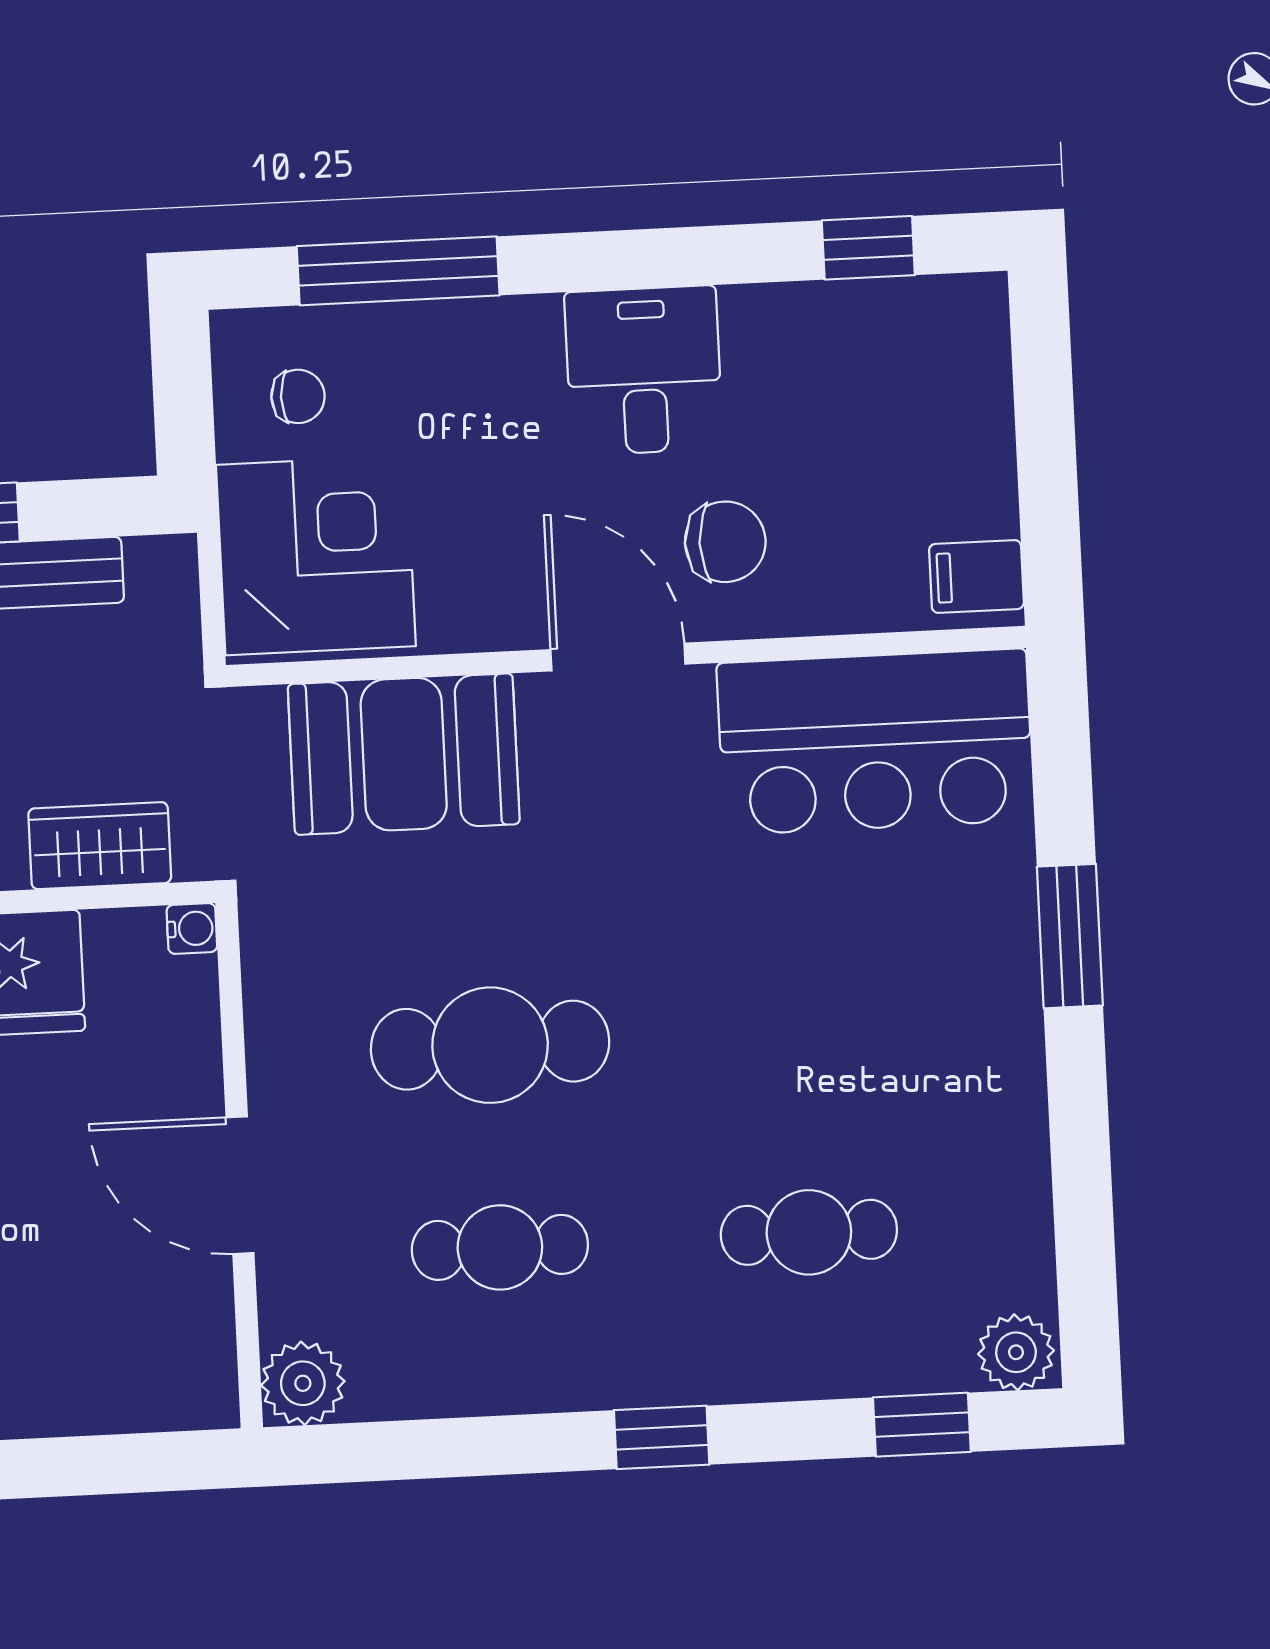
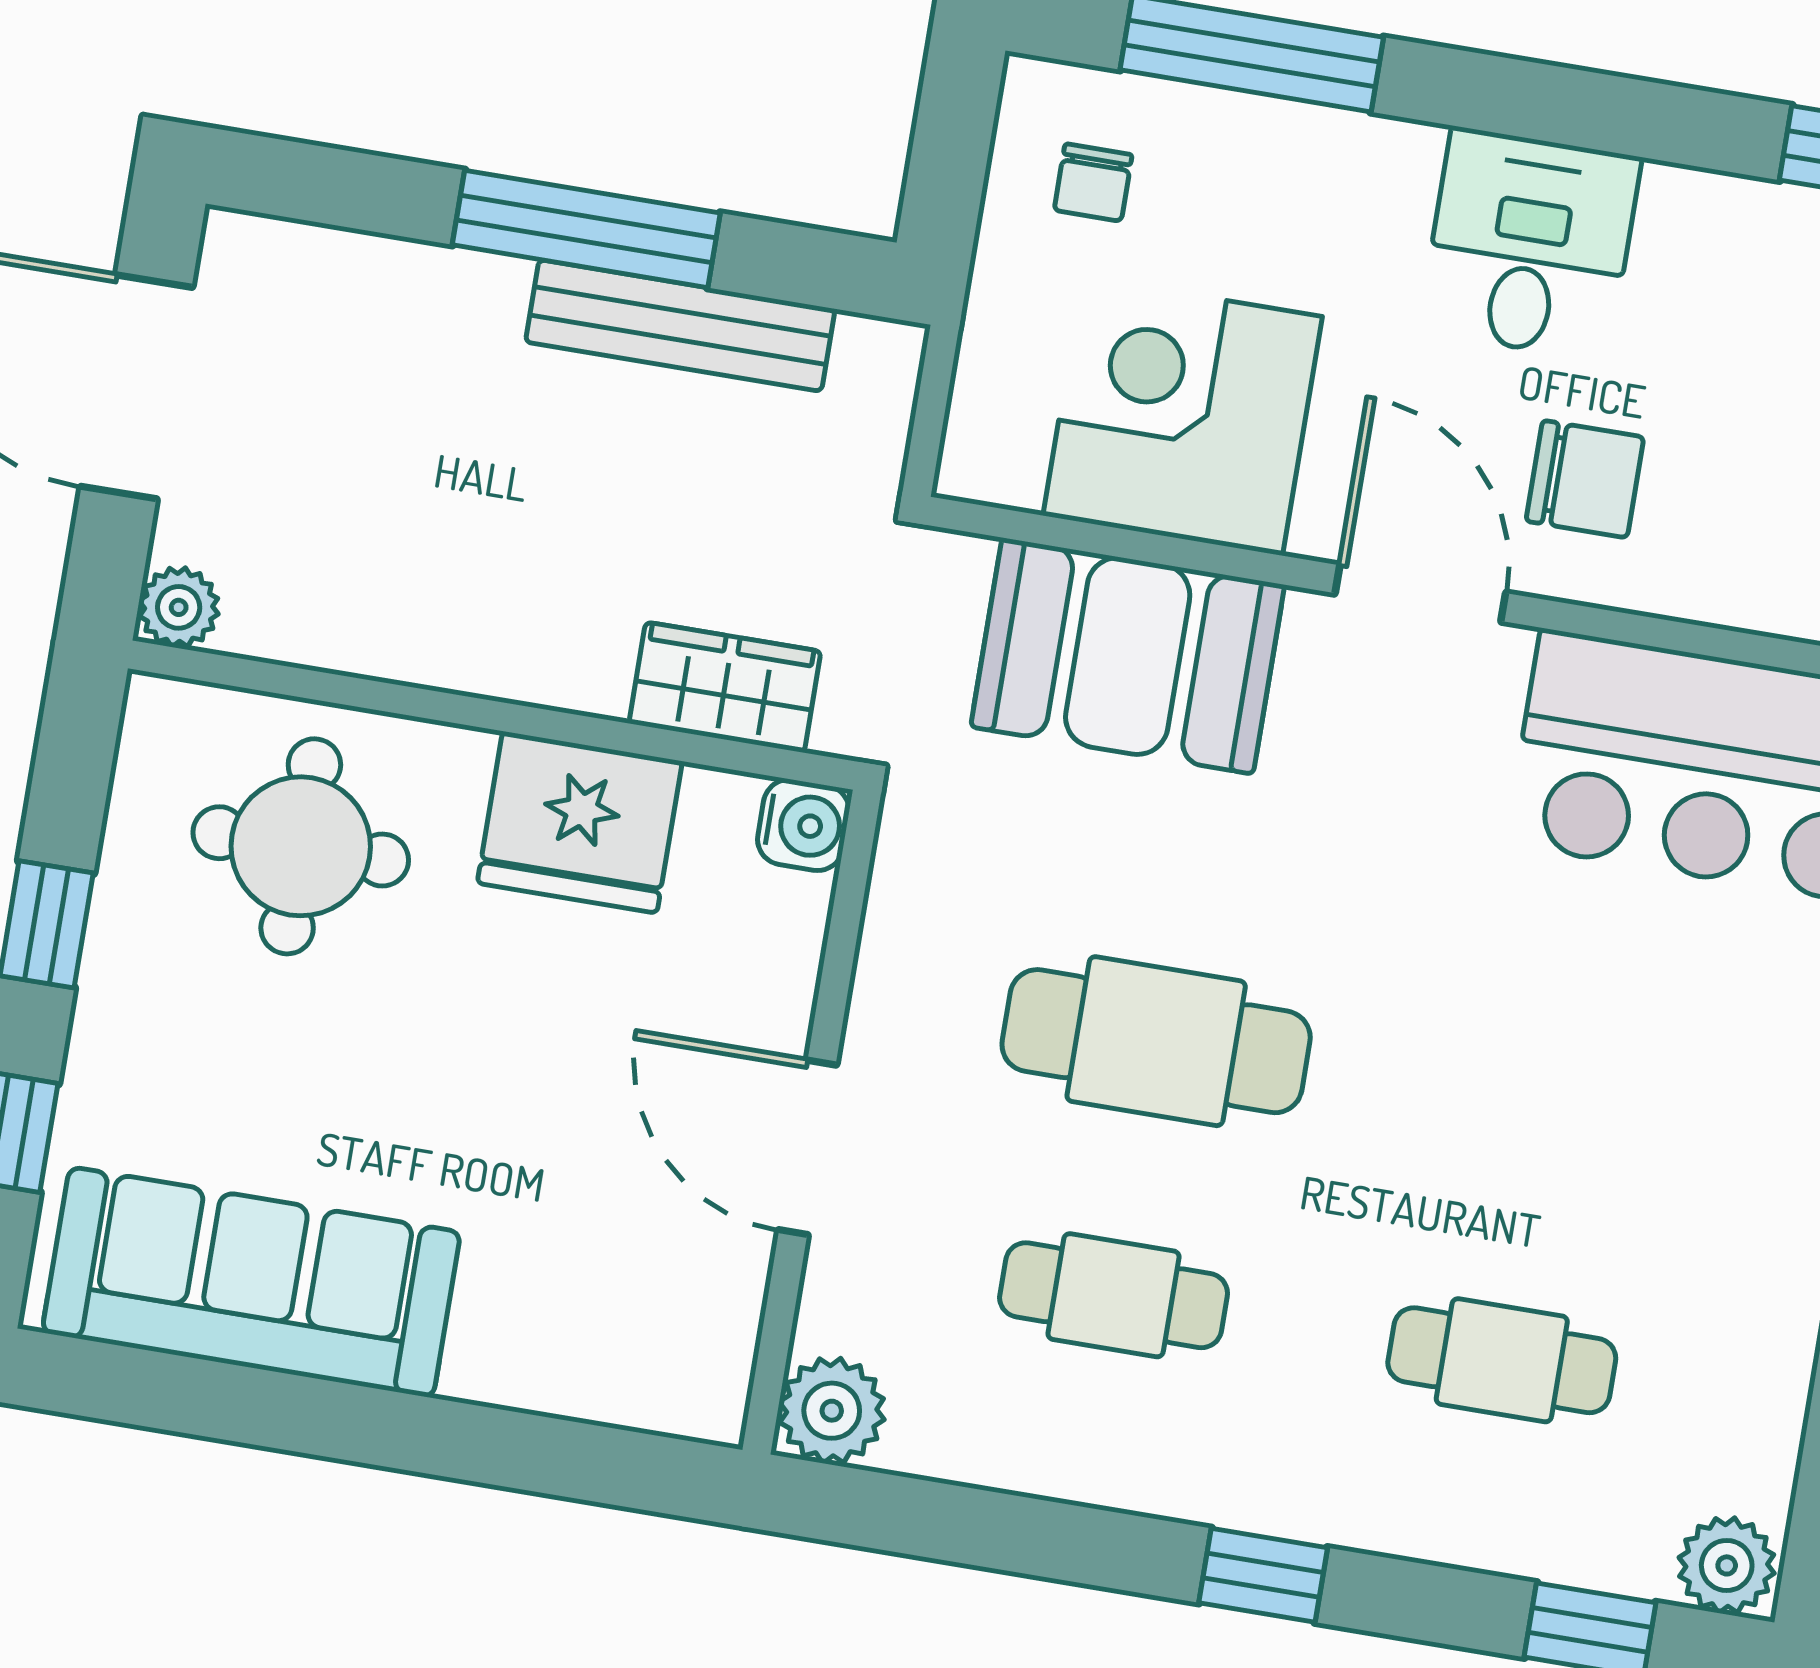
chair: (298, 396) -> (1093, 183), turned 90
corner desk: (316, 556) -> (1183, 416), moved, turned -90
water cooler: (192, 928) -> (803, 825), width x1.38, depth x1.38

